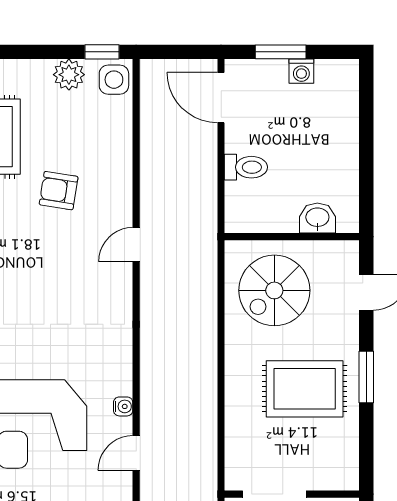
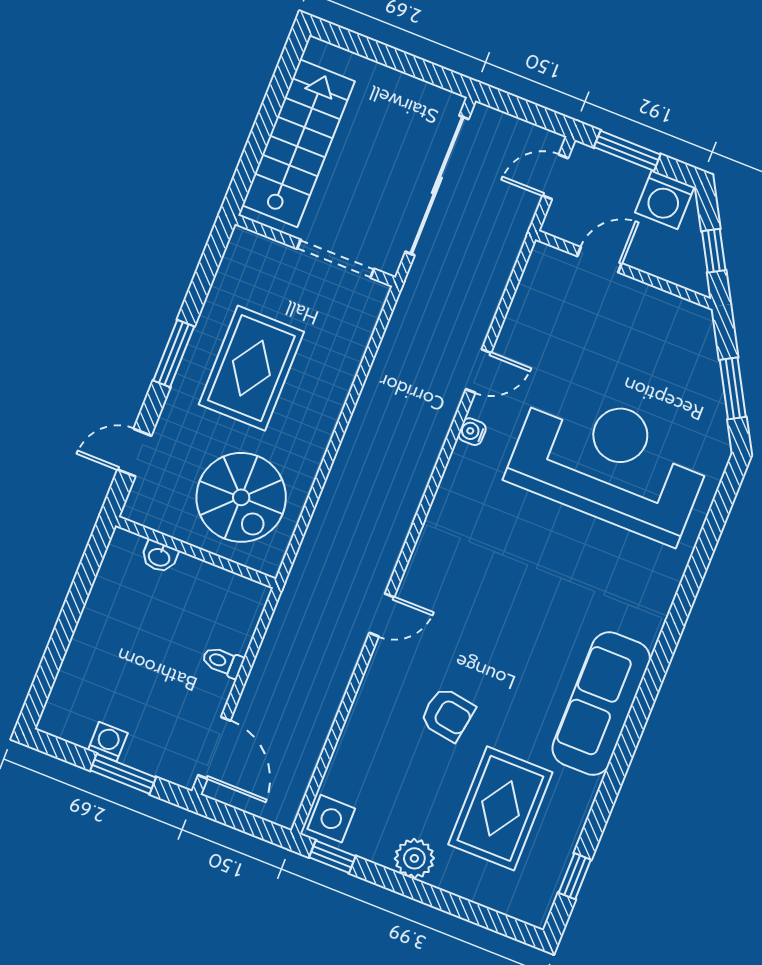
plant: (69, 75) -> (414, 858), moved
toilet: (246, 167) -> (223, 662), width x0.73, depth x0.72
washbasin: (317, 218) -> (159, 557), width x0.72, depth x0.69
spiral stairs: (274, 290) -> (241, 497), turned 90
rug: (305, 389) -> (251, 368), turned 90

